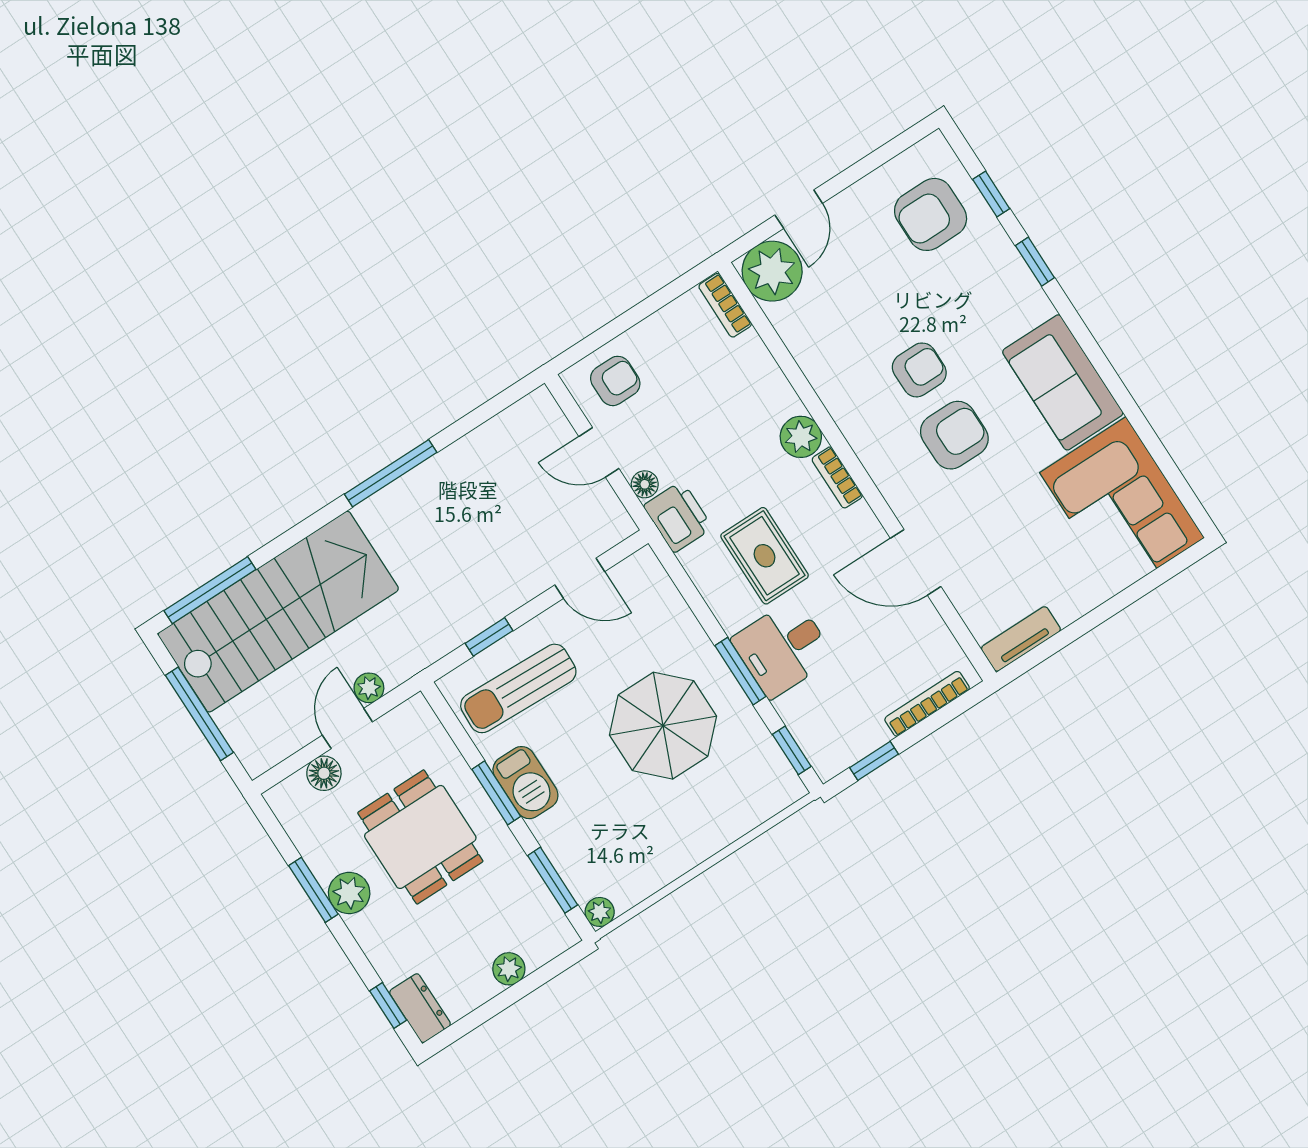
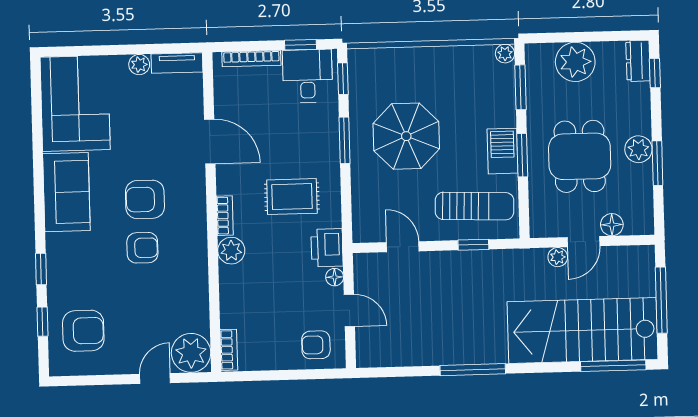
armchair: (919, 370) -> (142, 248), turned 180
rug: (765, 556) -> (292, 197), turned 90
plant: (1069, 607) -> (139, 65), added
desk: (783, 648) -> (308, 76), moved, turned -90
plant: (509, 969) -> (575, 62), width x1.87, depth x1.87

